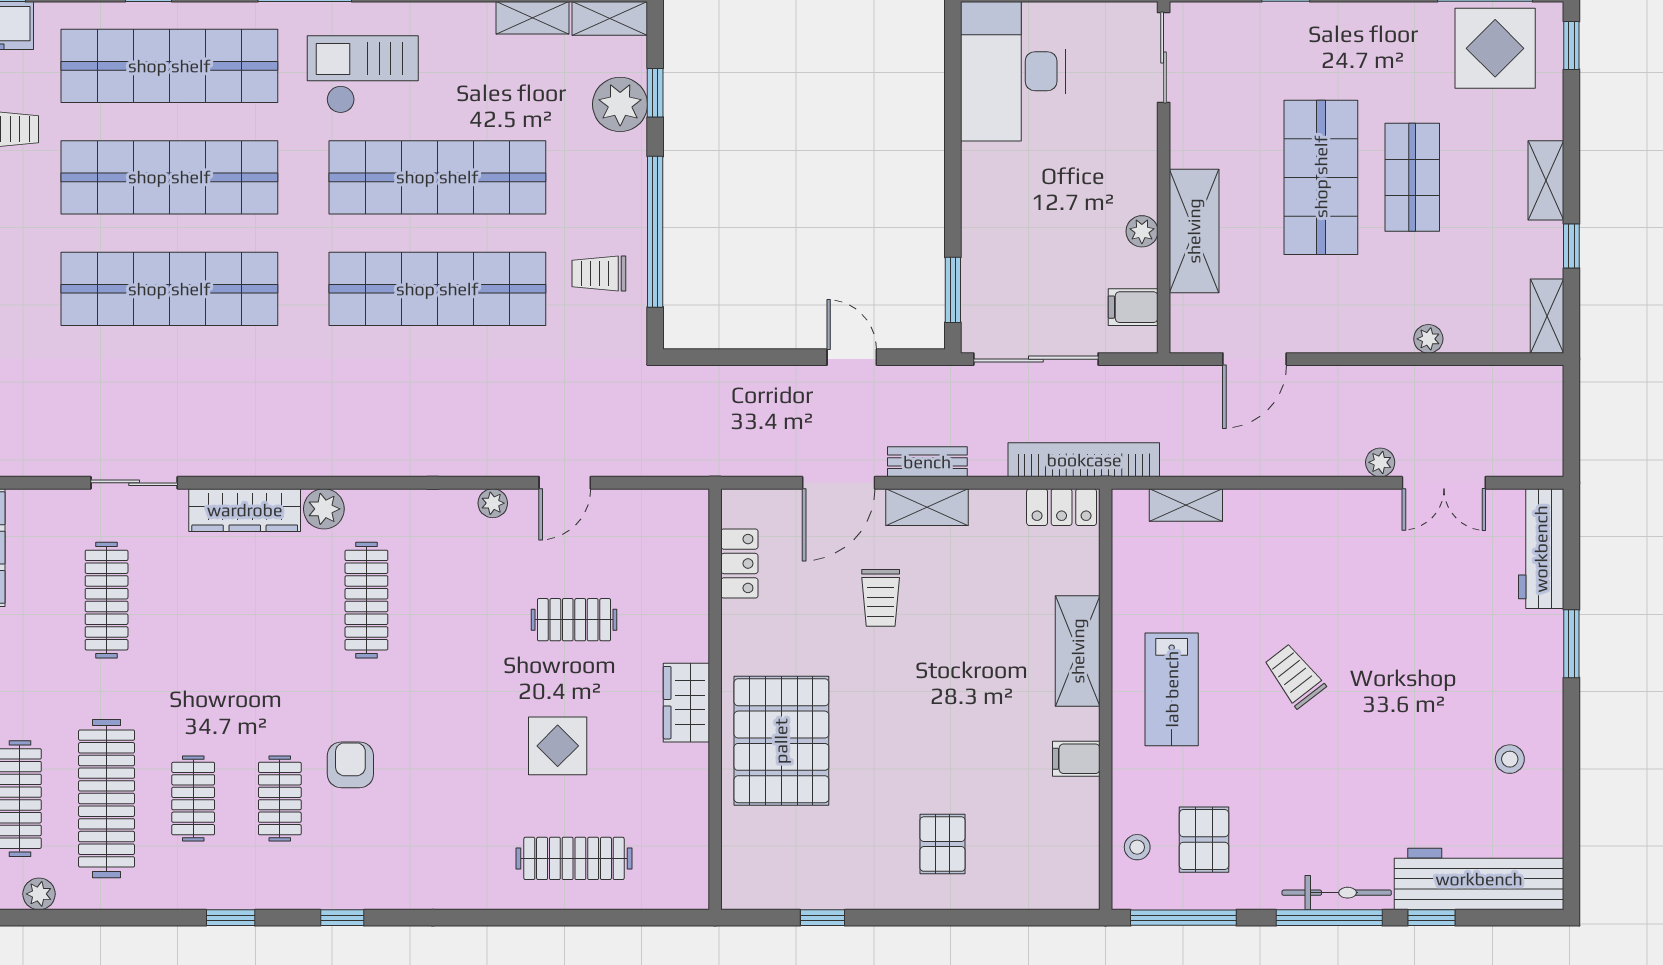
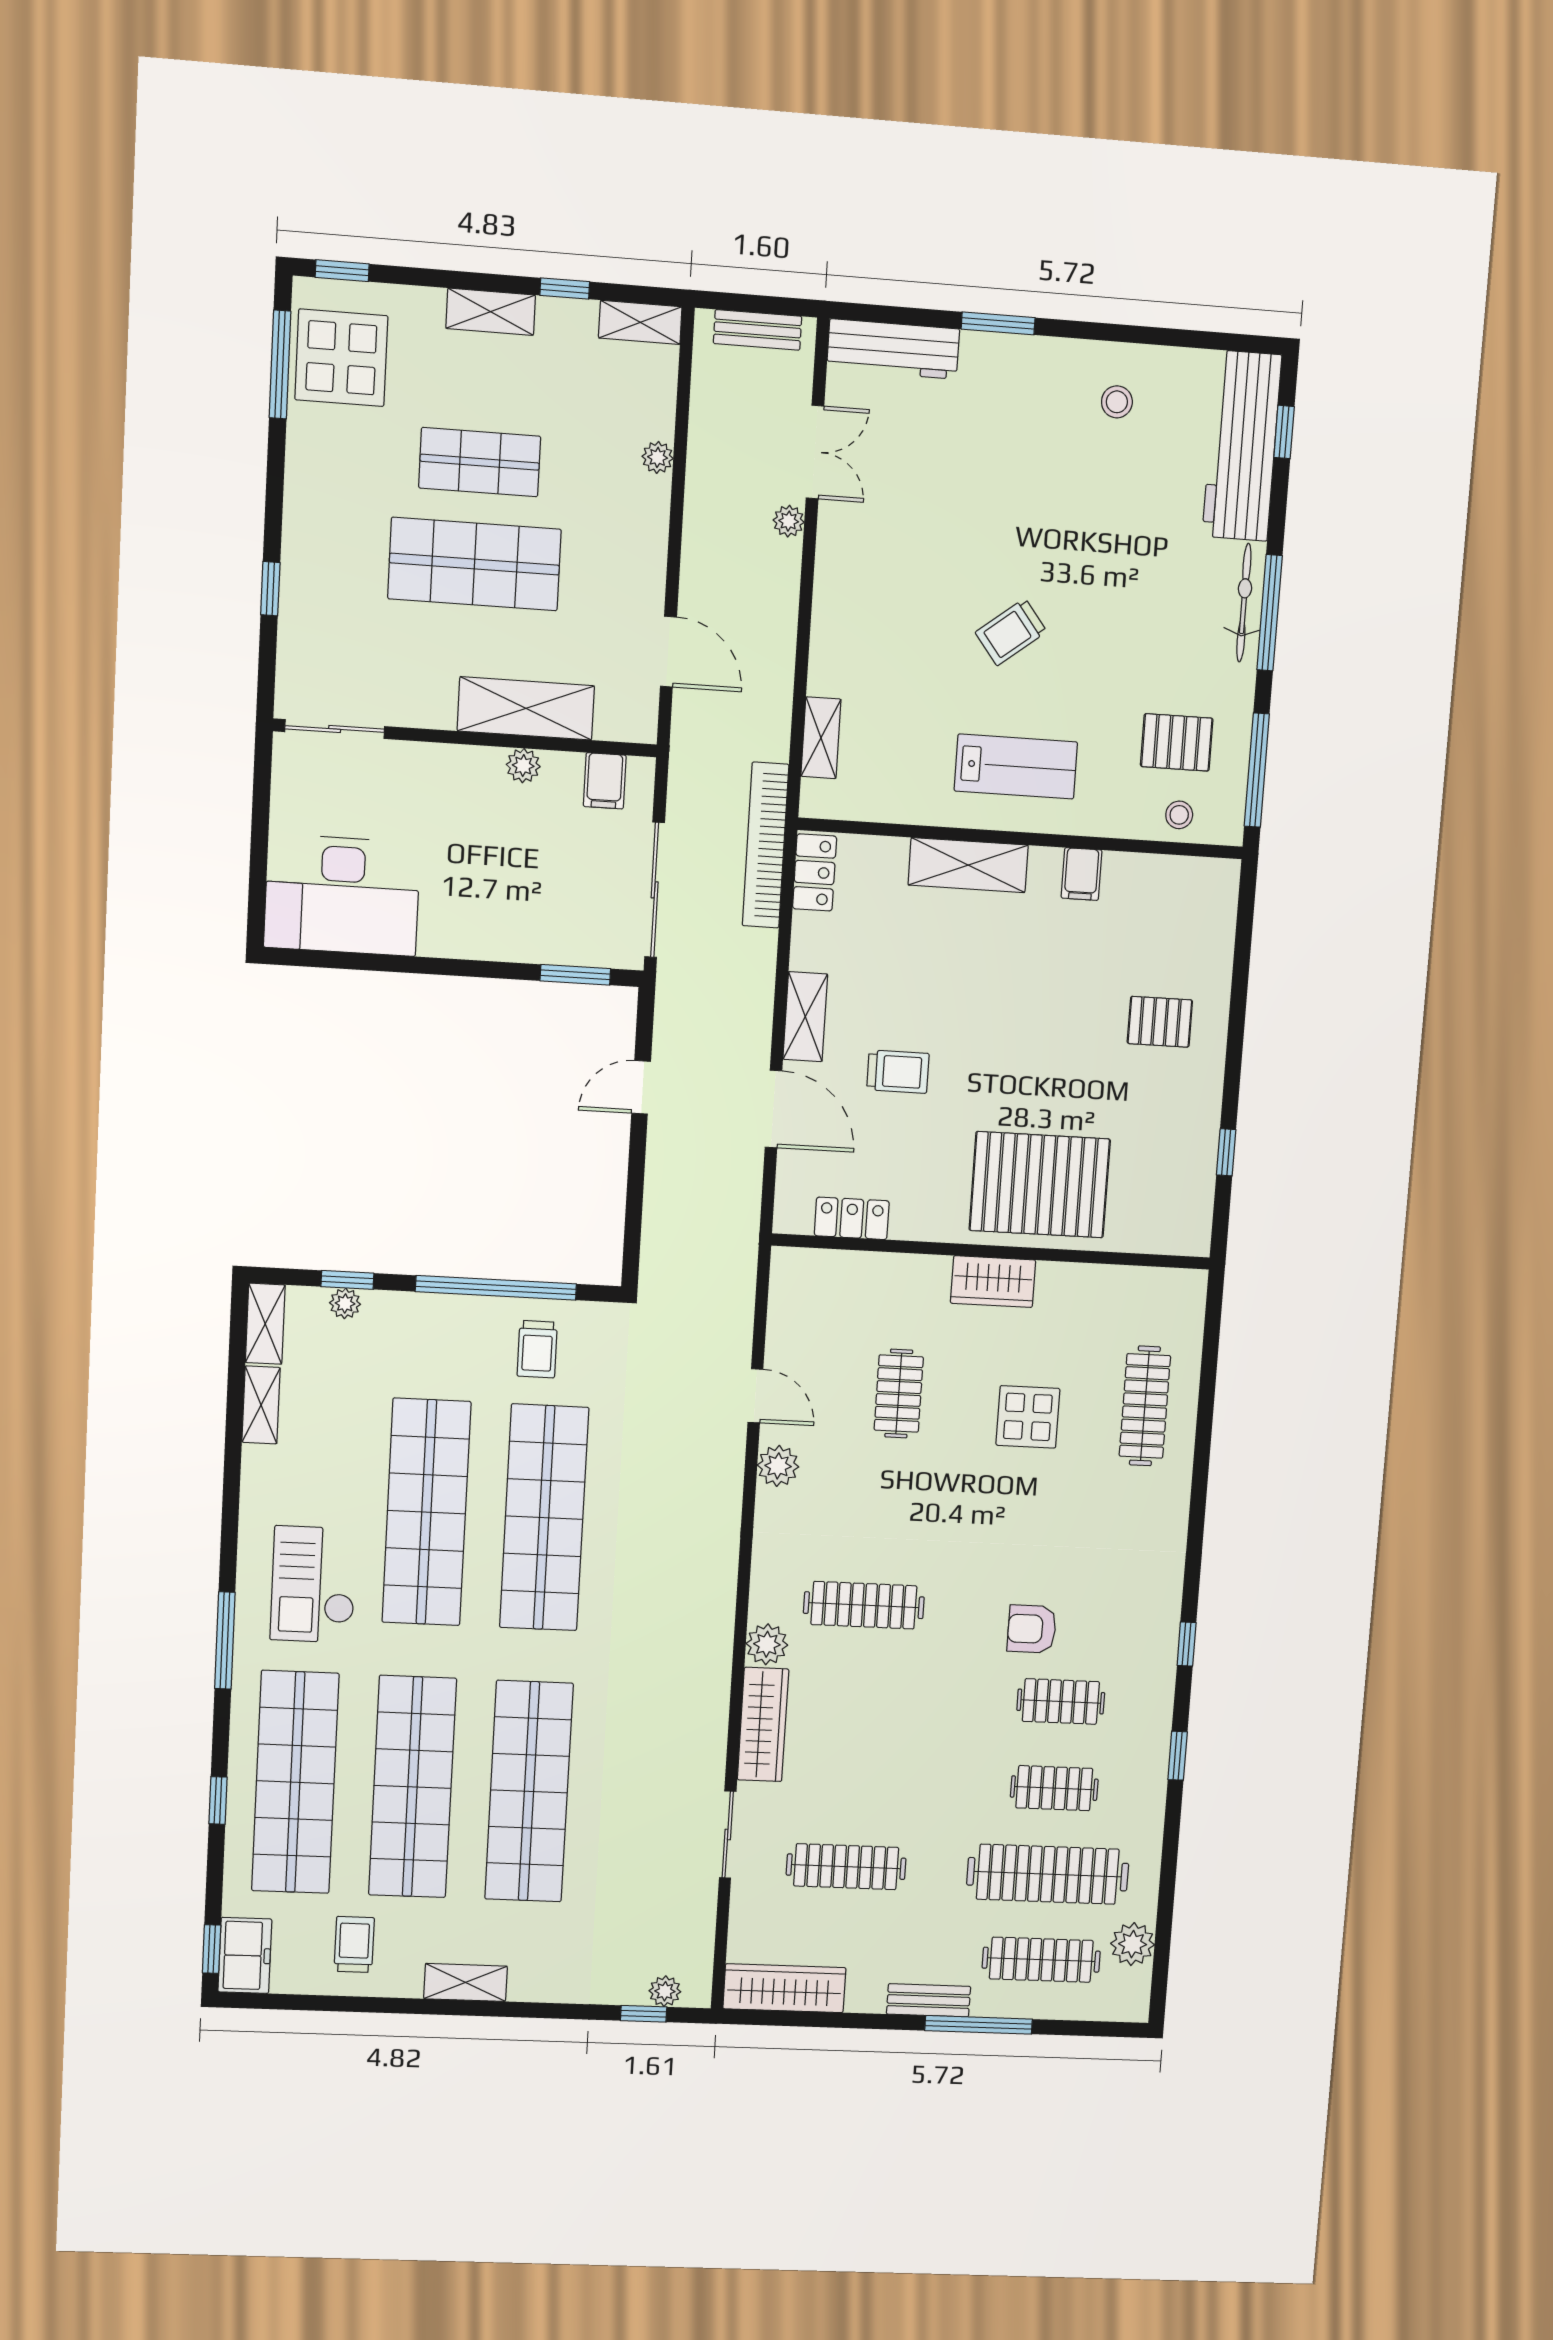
plant: (620, 104) -> (345, 1303), width x0.53, depth x0.53
bench: (927, 462) -> (758, 330), moved, turned 90
plant: (493, 503) -> (778, 1466), width x1.38, depth x1.38
plant: (39, 894) -> (1133, 1944), width x1.38, depth x1.38
window: (1432, 918) -> (1284, 432), moved

